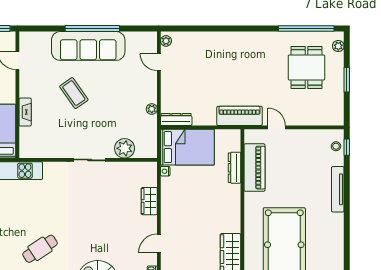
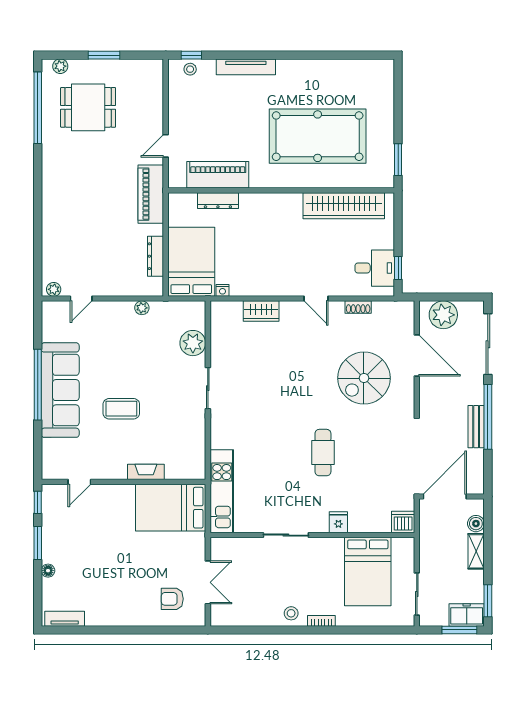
coffee table: (74, 93) -> (121, 409), turned 35
dresser: (176, 120) -> (156, 256), moved
cafe table: (40, 249) -> (323, 453), turned 33

